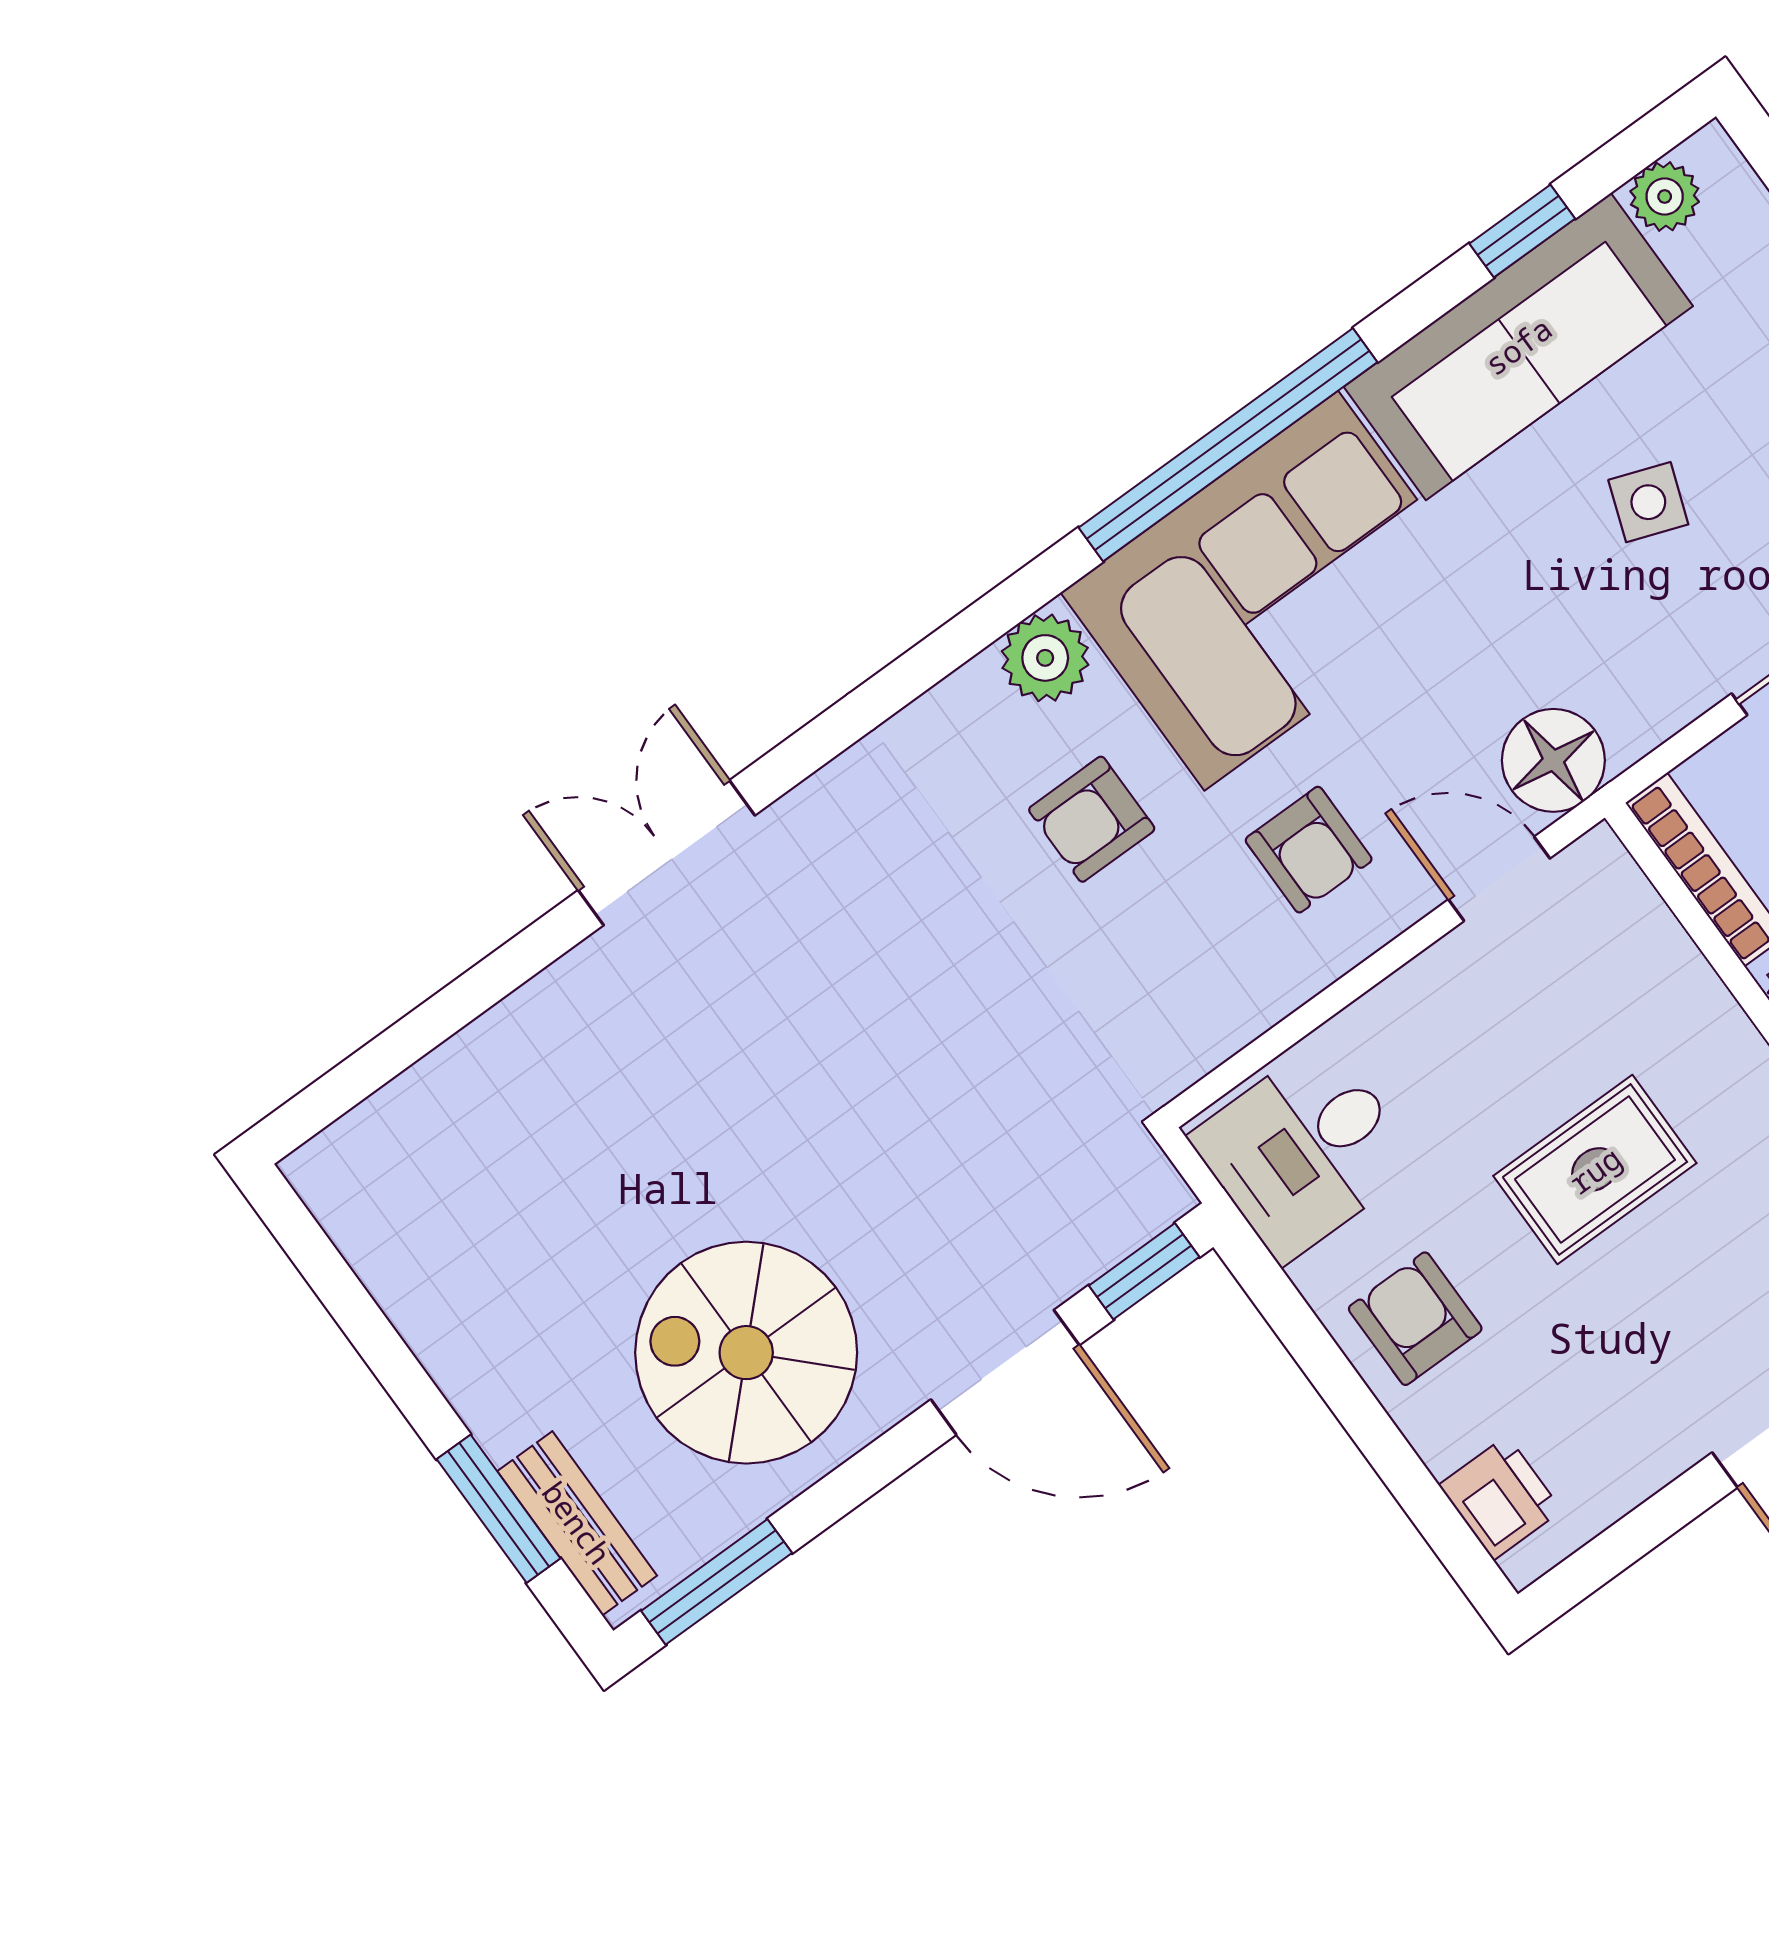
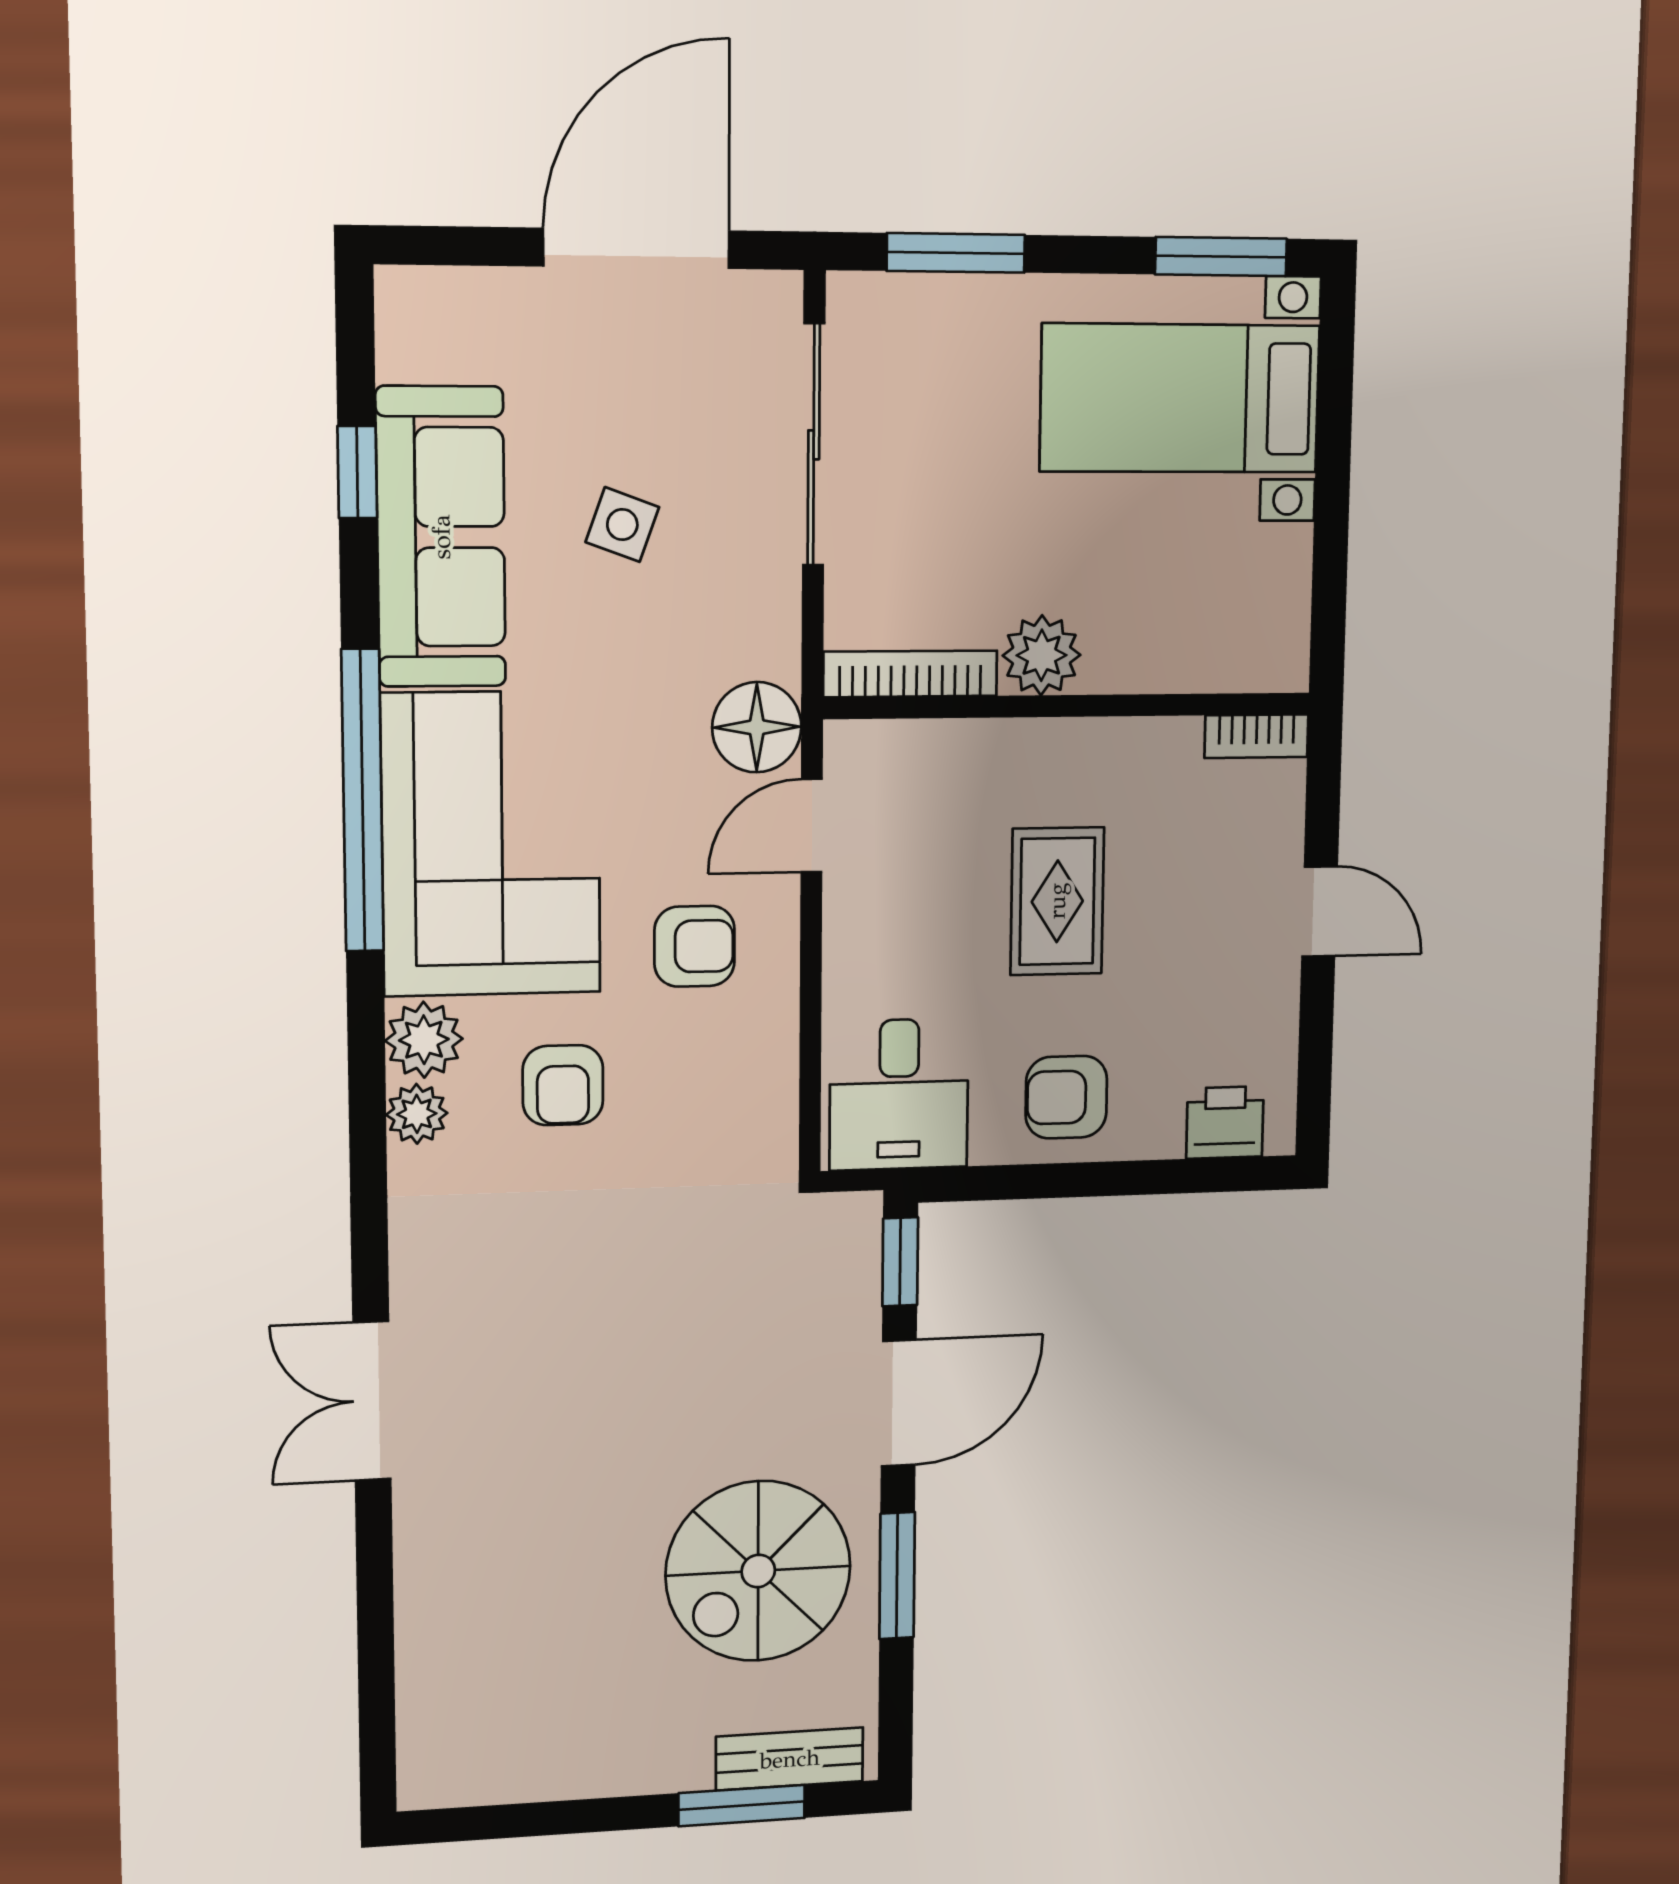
plant: (1665, 196) -> (417, 1114), moved
window: (717, 1582) -> (897, 1576), moved

